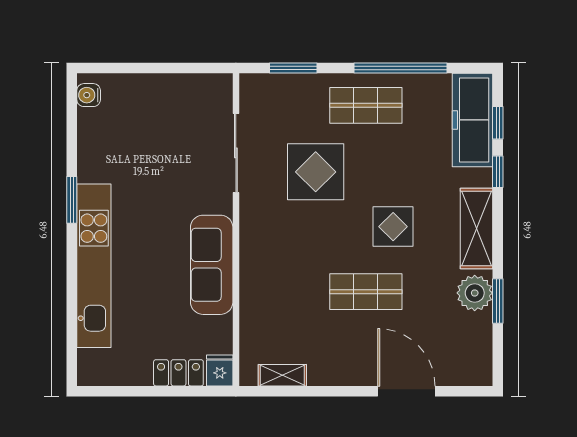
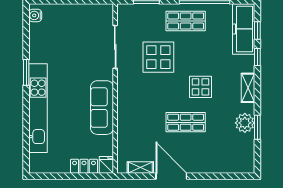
shelving: (476, 229) -> (248, 88), width x0.67, depth x0.75
door: (406, 391) -> (171, 176), moved

